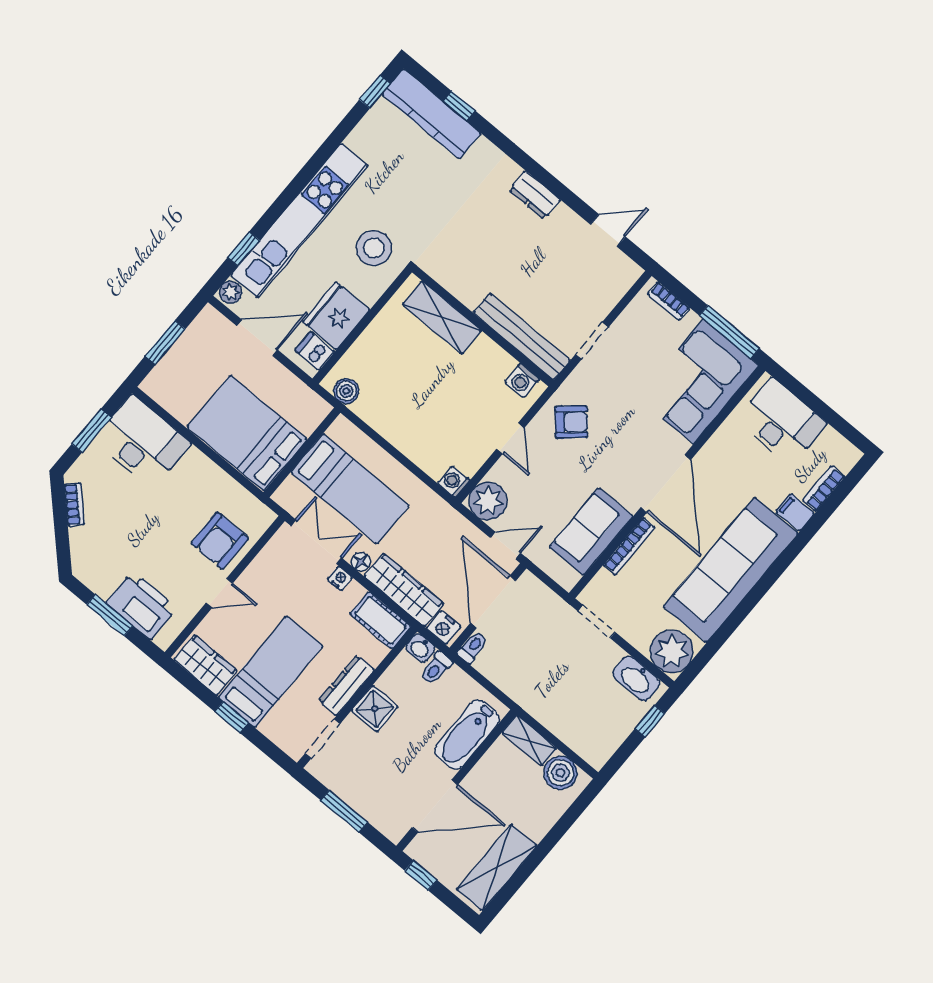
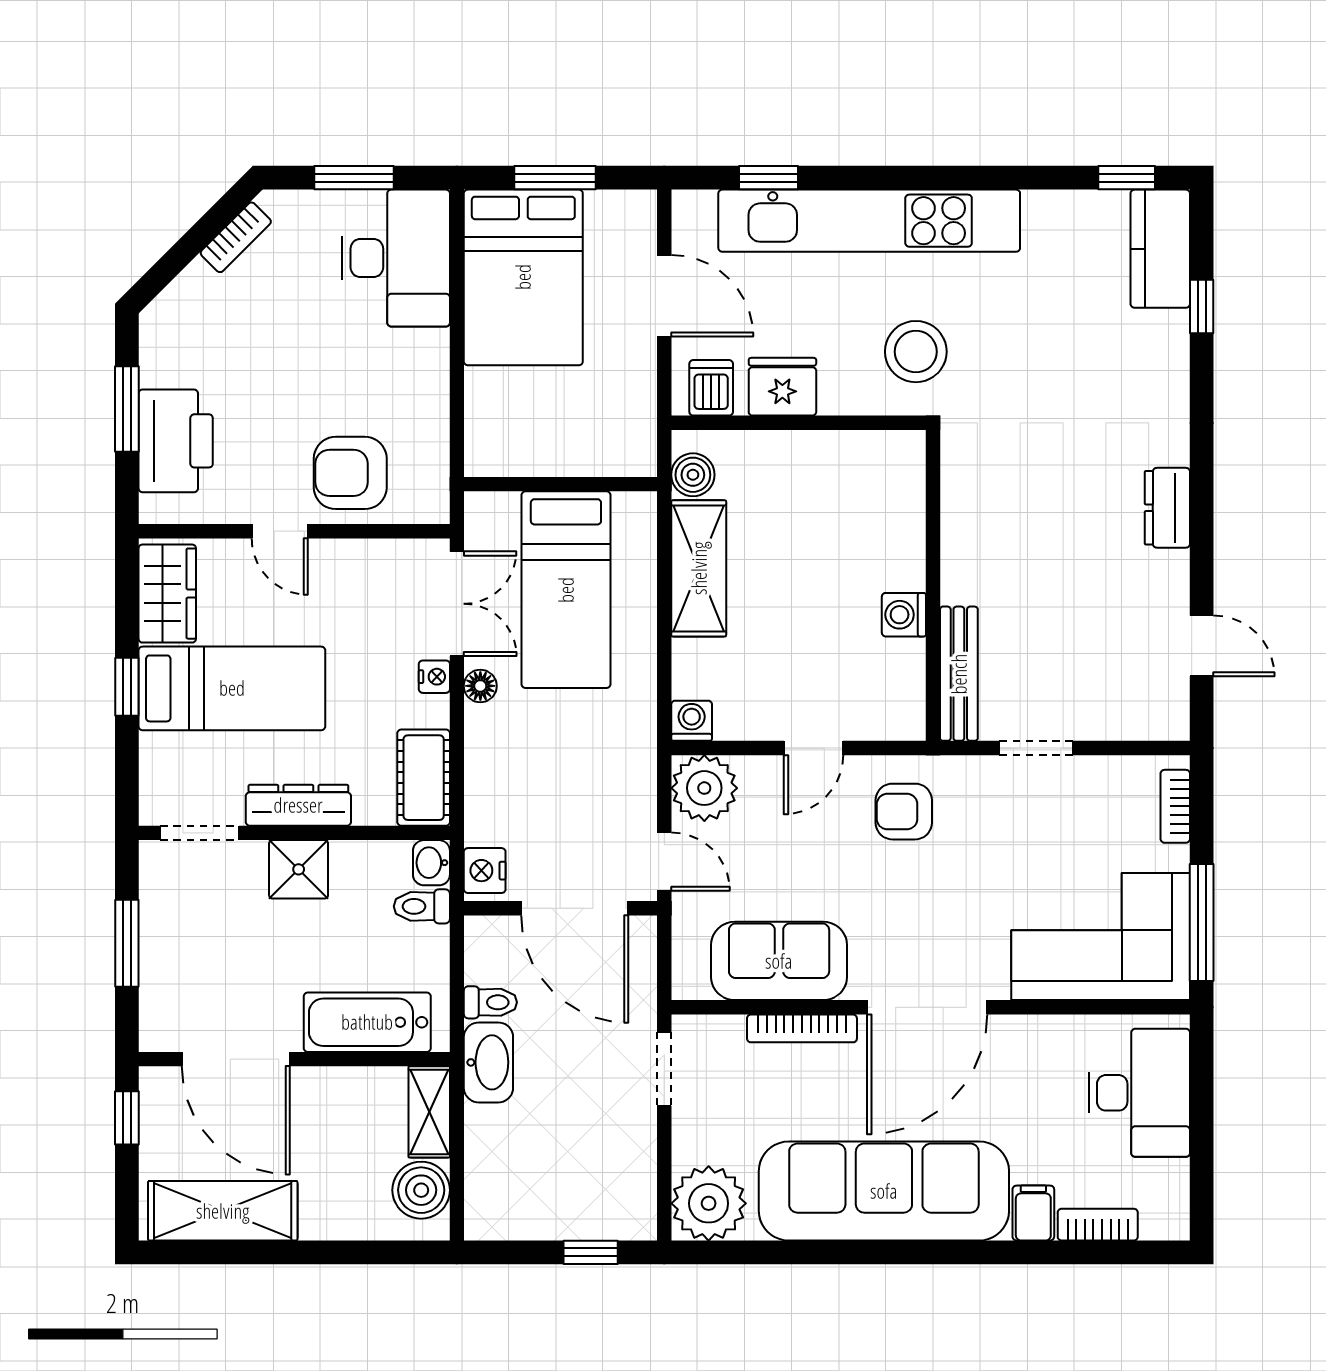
kitchen counter: (431, 114) -> (1160, 249), width x0.67
plant: (230, 292) -> (695, 209), removed
fridge: (336, 316) -> (782, 387), width x0.73, depth x0.75
shelving: (442, 318) -> (699, 568), moved
bench: (522, 336) -> (959, 674), width x0.73, depth x0.82
washing machine: (522, 381) -> (904, 615), moved
armchair: (571, 422) -> (904, 812), turned 131
bed: (247, 433) -> (523, 277), moved, turned 180
wardrobe: (404, 590) -> (491, 775), removed
door: (493, 602) -> (575, 908), swing flipped
toilet: (472, 647) -> (490, 1002), moved
washbasin: (636, 678) -> (488, 1062), moved, turned 180

